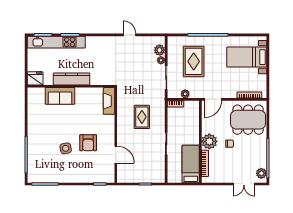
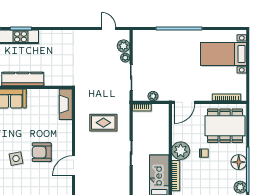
door: (129, 35) -> (109, 28), moved
rug: (194, 61) -> (163, 59), removed
rug: (142, 117) -> (103, 123), turned 90
armchair: (88, 143) -> (42, 152), turned 90
floor lamp: (260, 151) -> (239, 162), added
door: (116, 155) -> (73, 166), swing flipped

